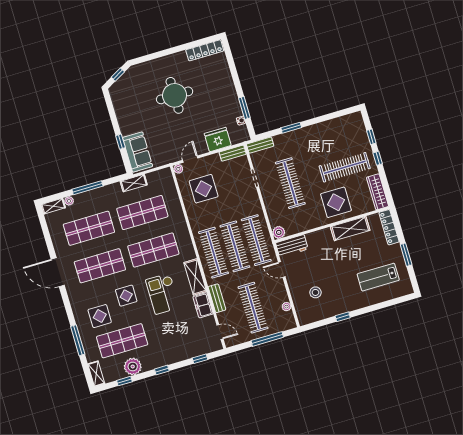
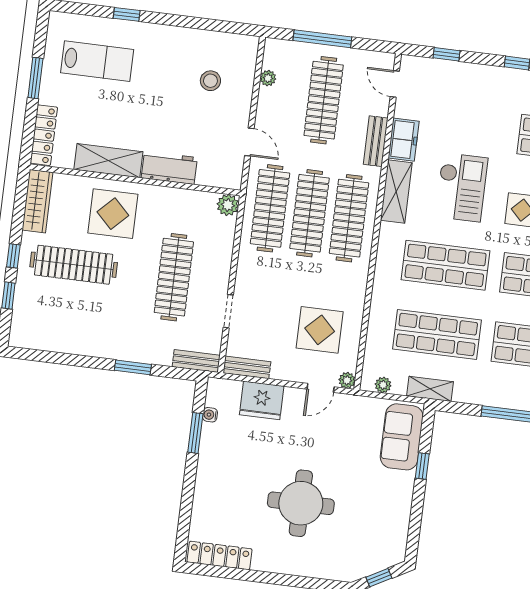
plant: (159, 175) -> (383, 385), added
workbench: (292, 246) -> (169, 168), moved
window: (343, 317) -> (127, 14), moved

